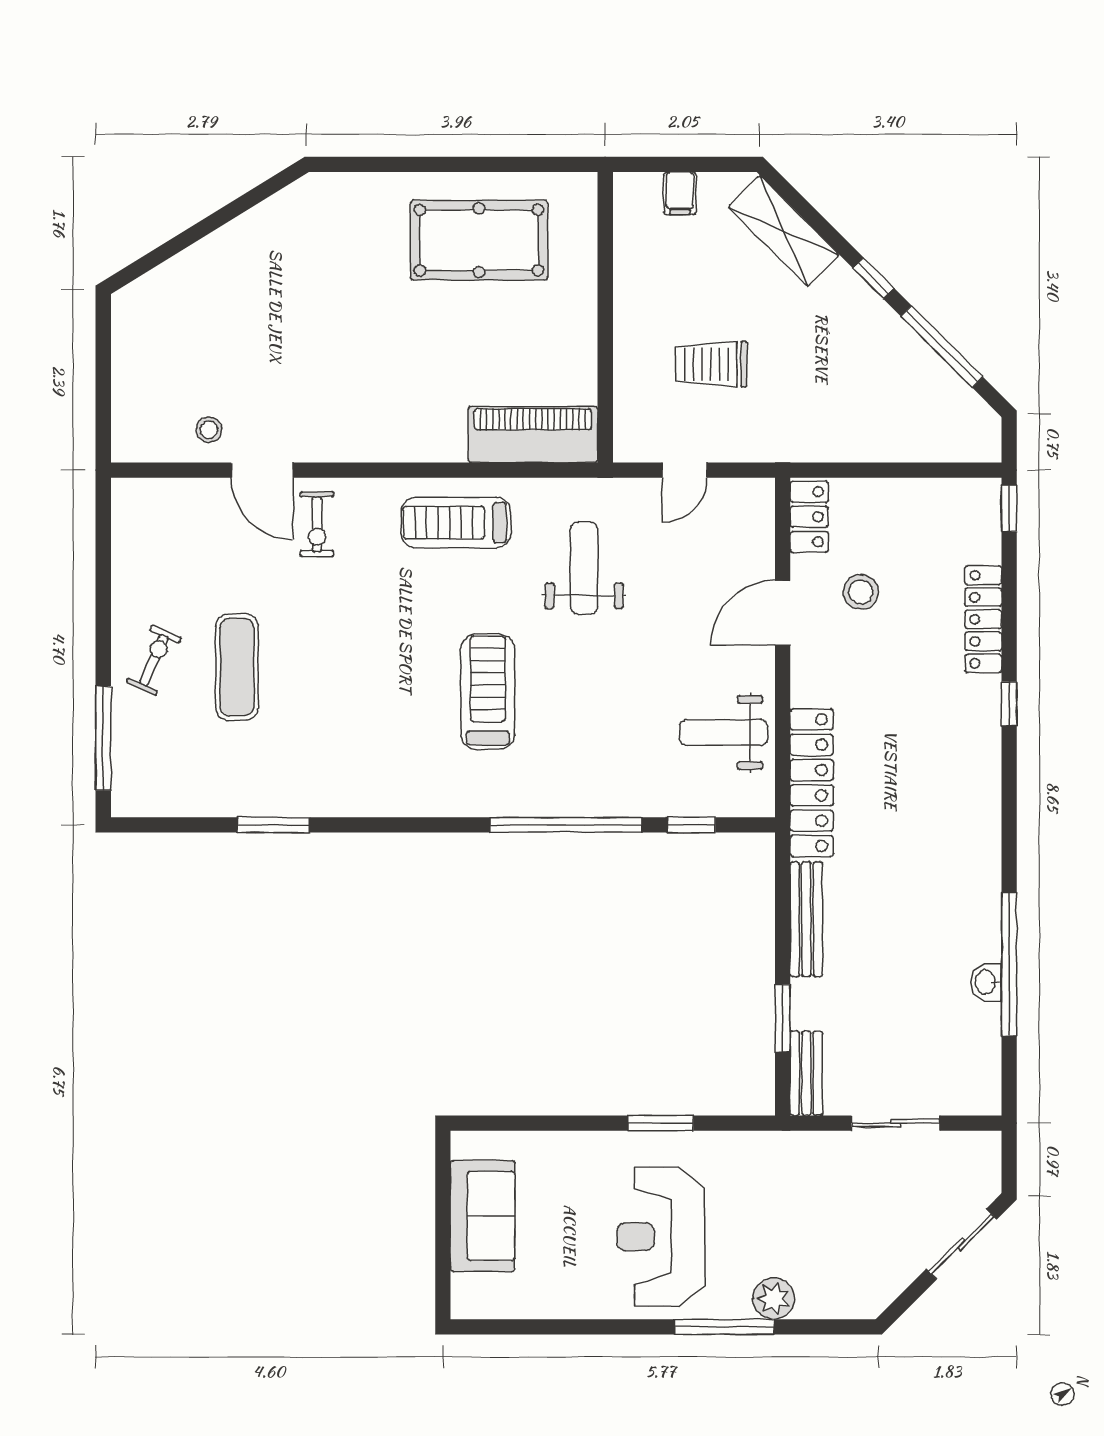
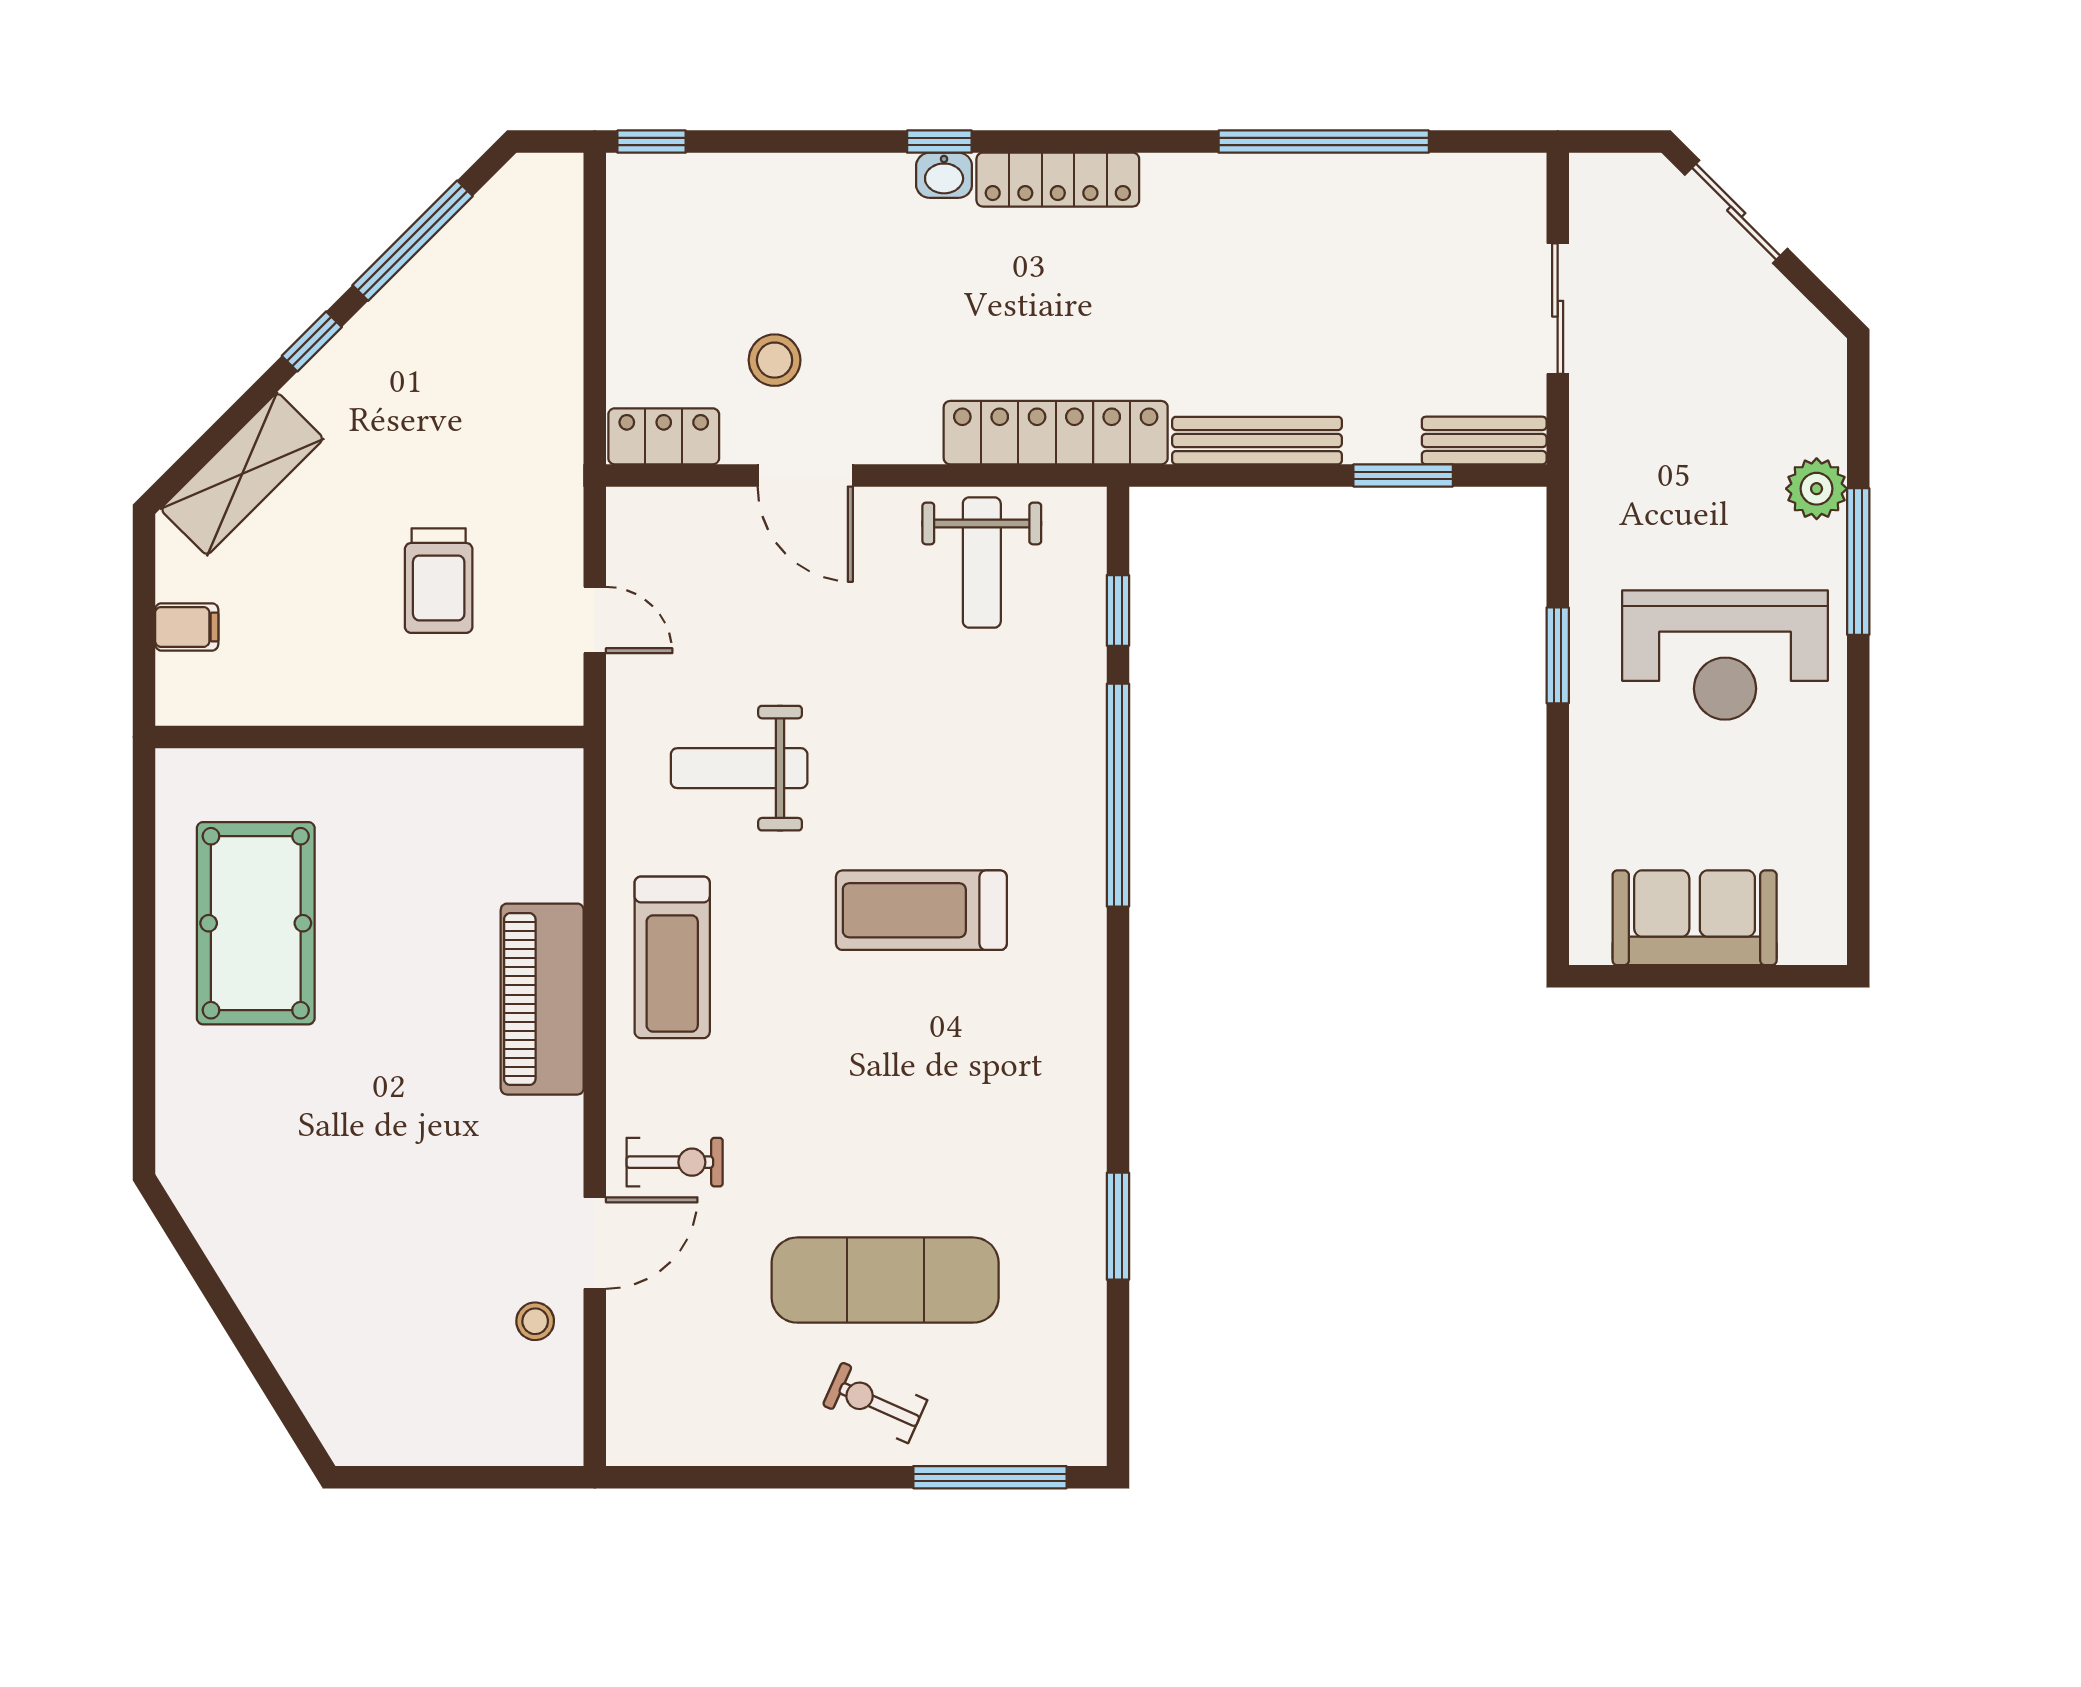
piano: (533, 434) -> (542, 999), moved
locker: (983, 619) -> (1058, 180), moved
exercise mat: (237, 667) -> (885, 1280), width x1.36, depth x1.45
washbasin: (986, 982) -> (944, 175), moved

